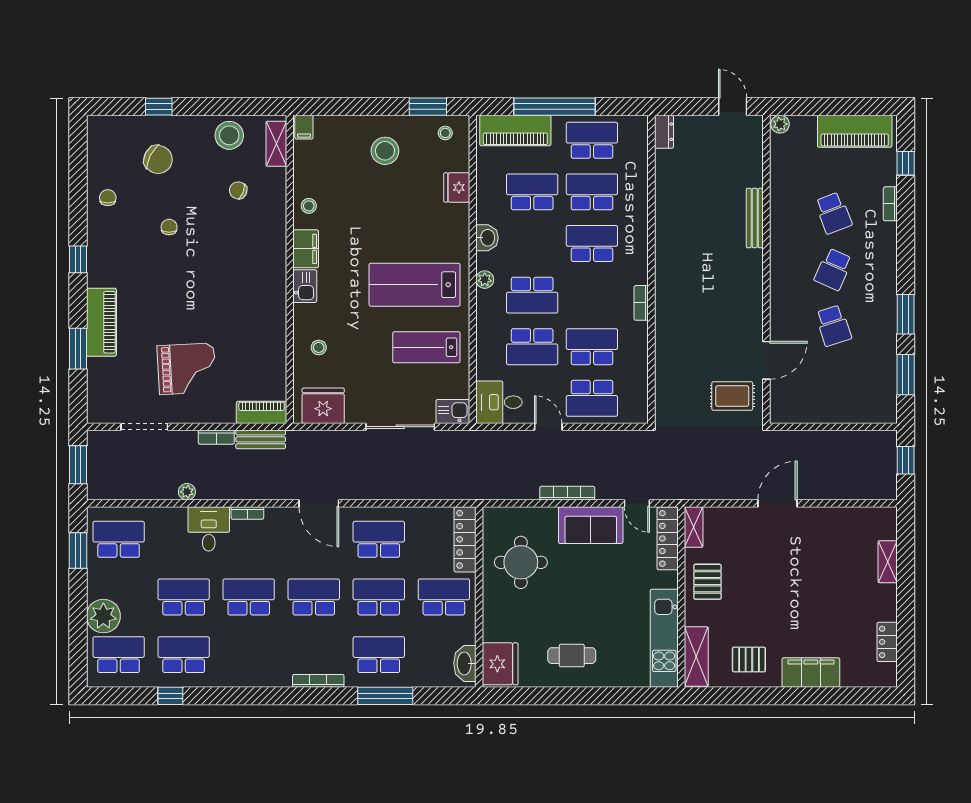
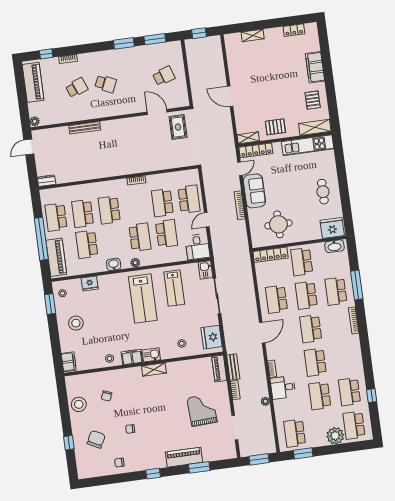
filing cabinet: (304, 127) -> (69, 362), width x2.00
shelving: (276, 144) -> (154, 369), moved
school desk: (833, 326) -> (164, 76), moved

